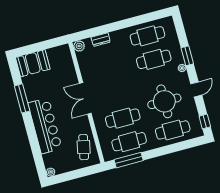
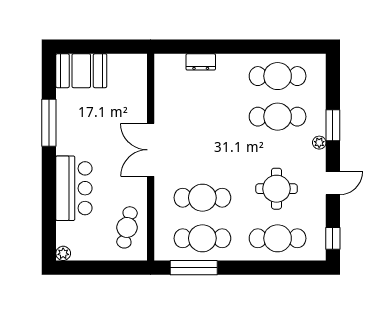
plant: (79, 46) -> (163, 63), removed
round table: (164, 101) -> (277, 189), width x0.73, depth x0.73
bar counter: (45, 126) -> (74, 188), width x0.73

